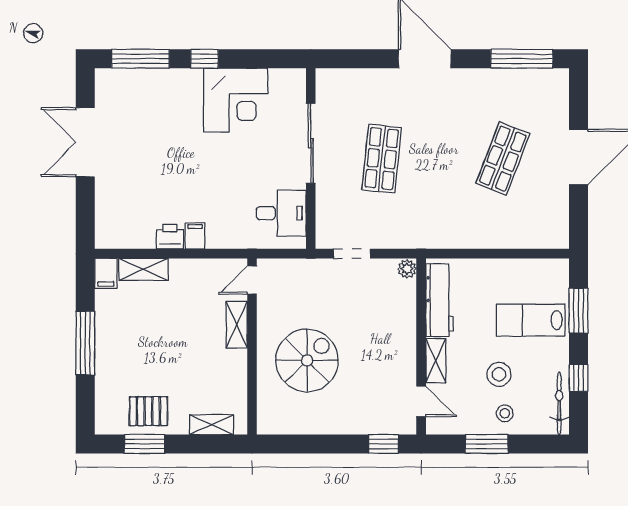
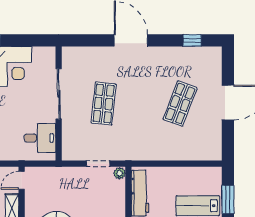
window: (522, 59) -> (192, 40), width x0.46
doorway: (352, 254) -> (98, 164), moved

